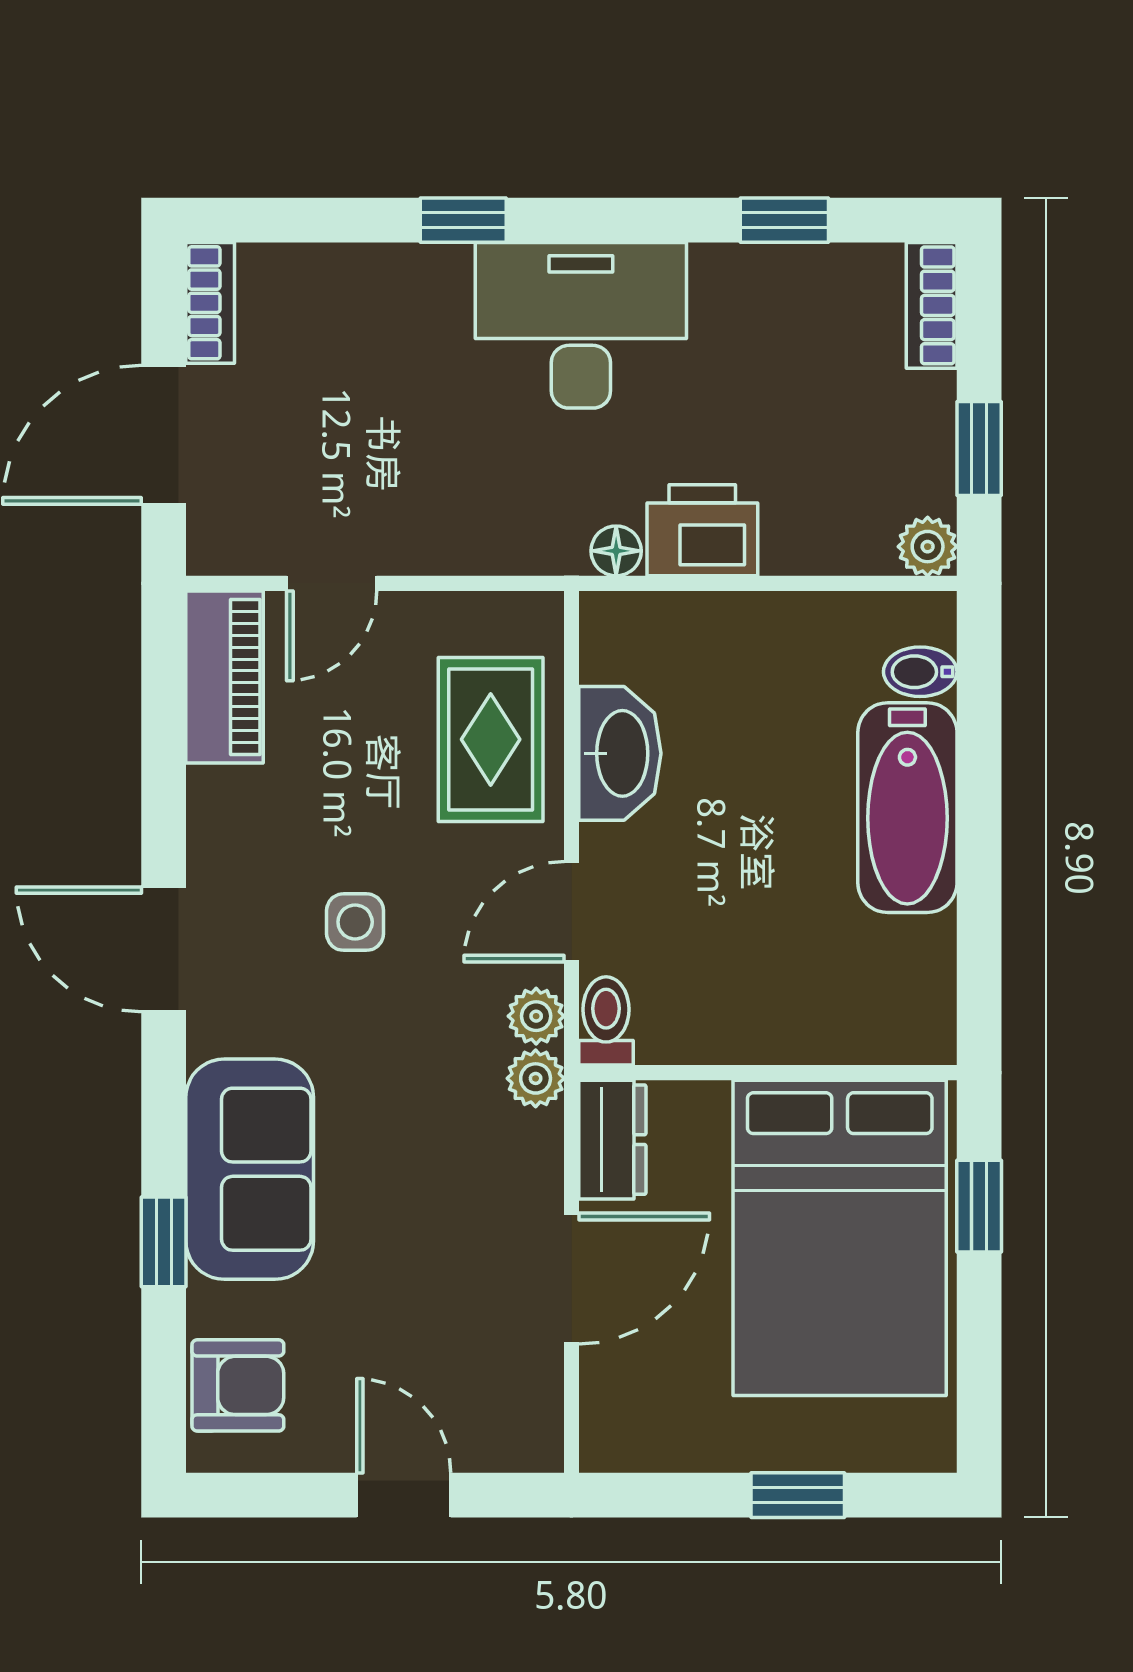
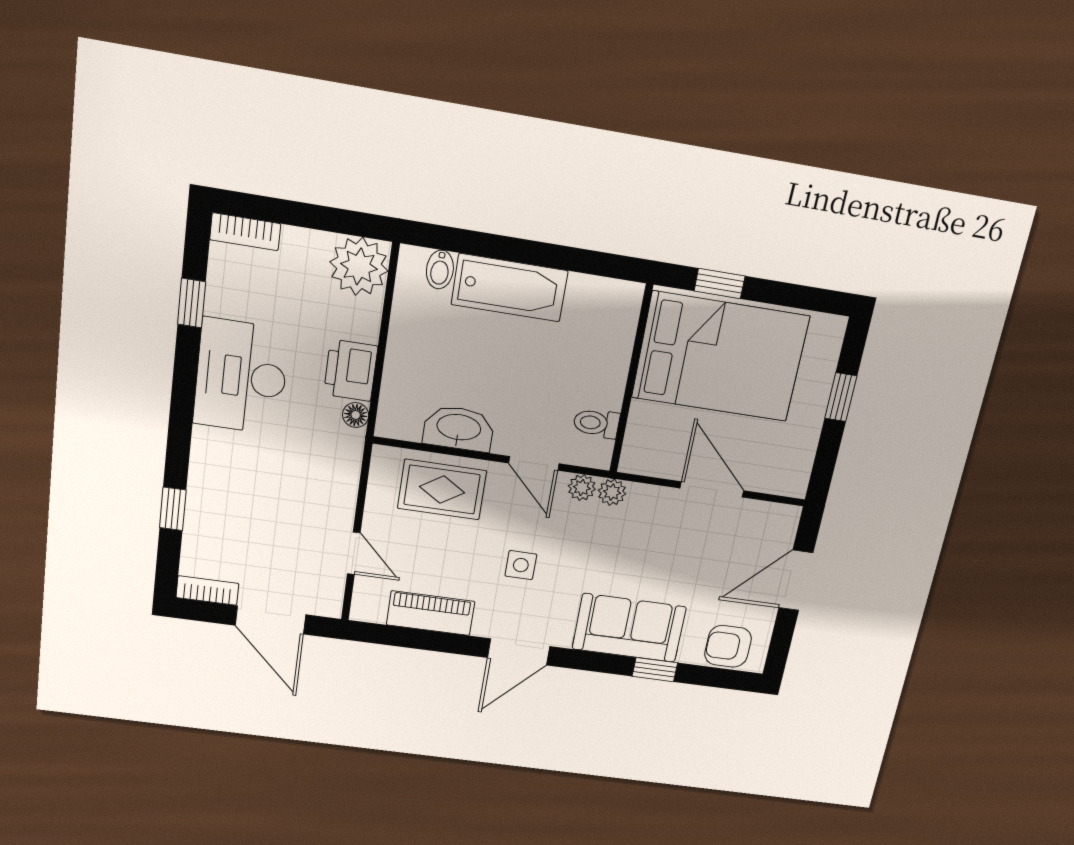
window: (463, 220) -> (173, 509), moved
desk: (581, 325) -> (241, 377), moved
window: (979, 449) -> (326, 219), removed
plant: (928, 547) -> (359, 266), width x1.88, depth x1.88
piano: (224, 677) -> (431, 613), moved
toilet: (606, 1021) -> (596, 423), moved
dresser: (612, 1140) -> (649, 460), removed
armchair: (238, 1385) -> (728, 646), turned -90
door: (404, 1495) -> (796, 580), width x1.38

